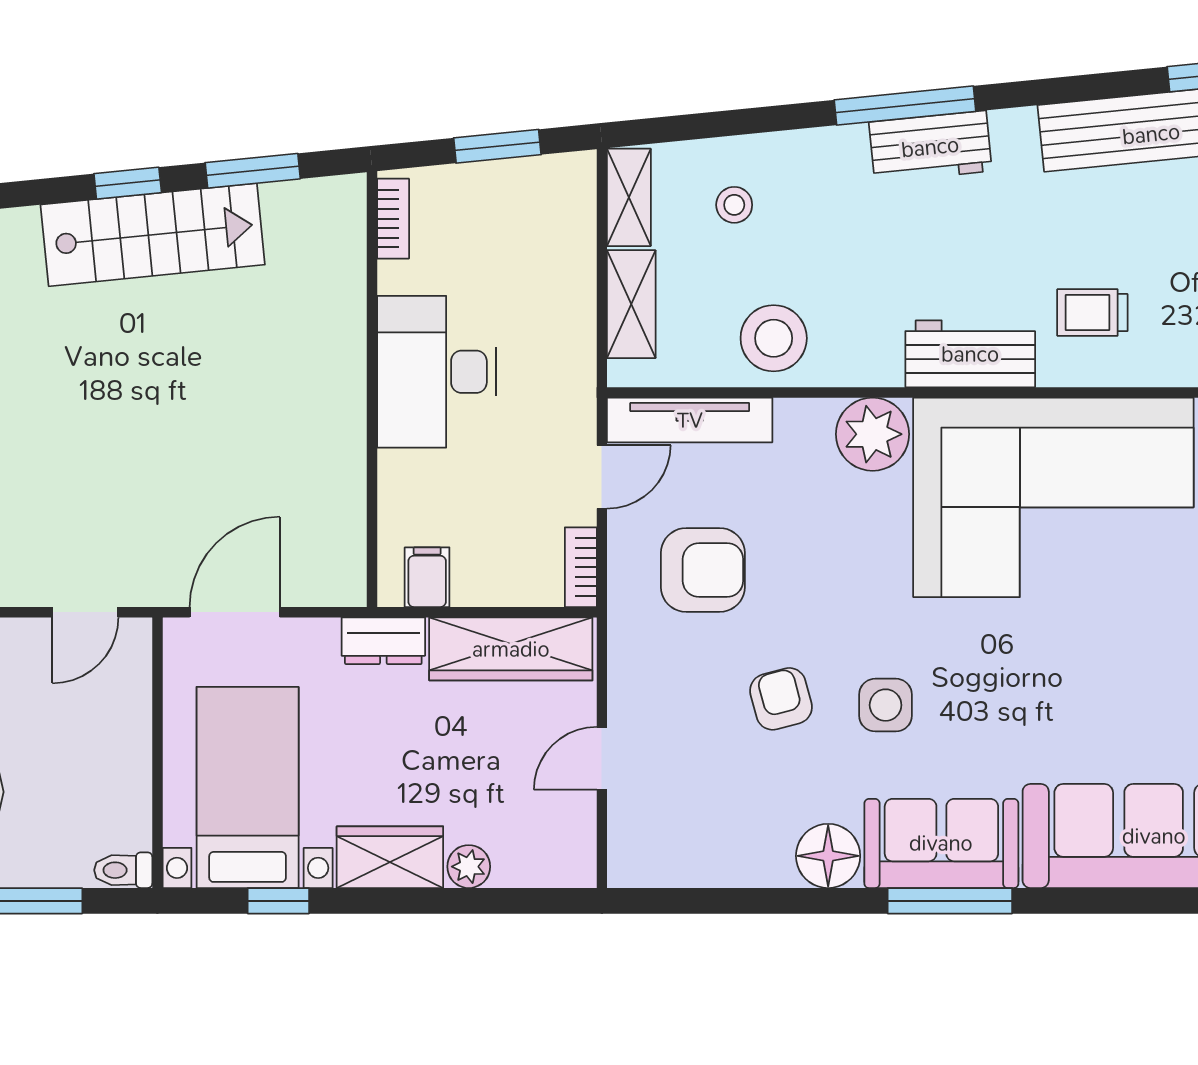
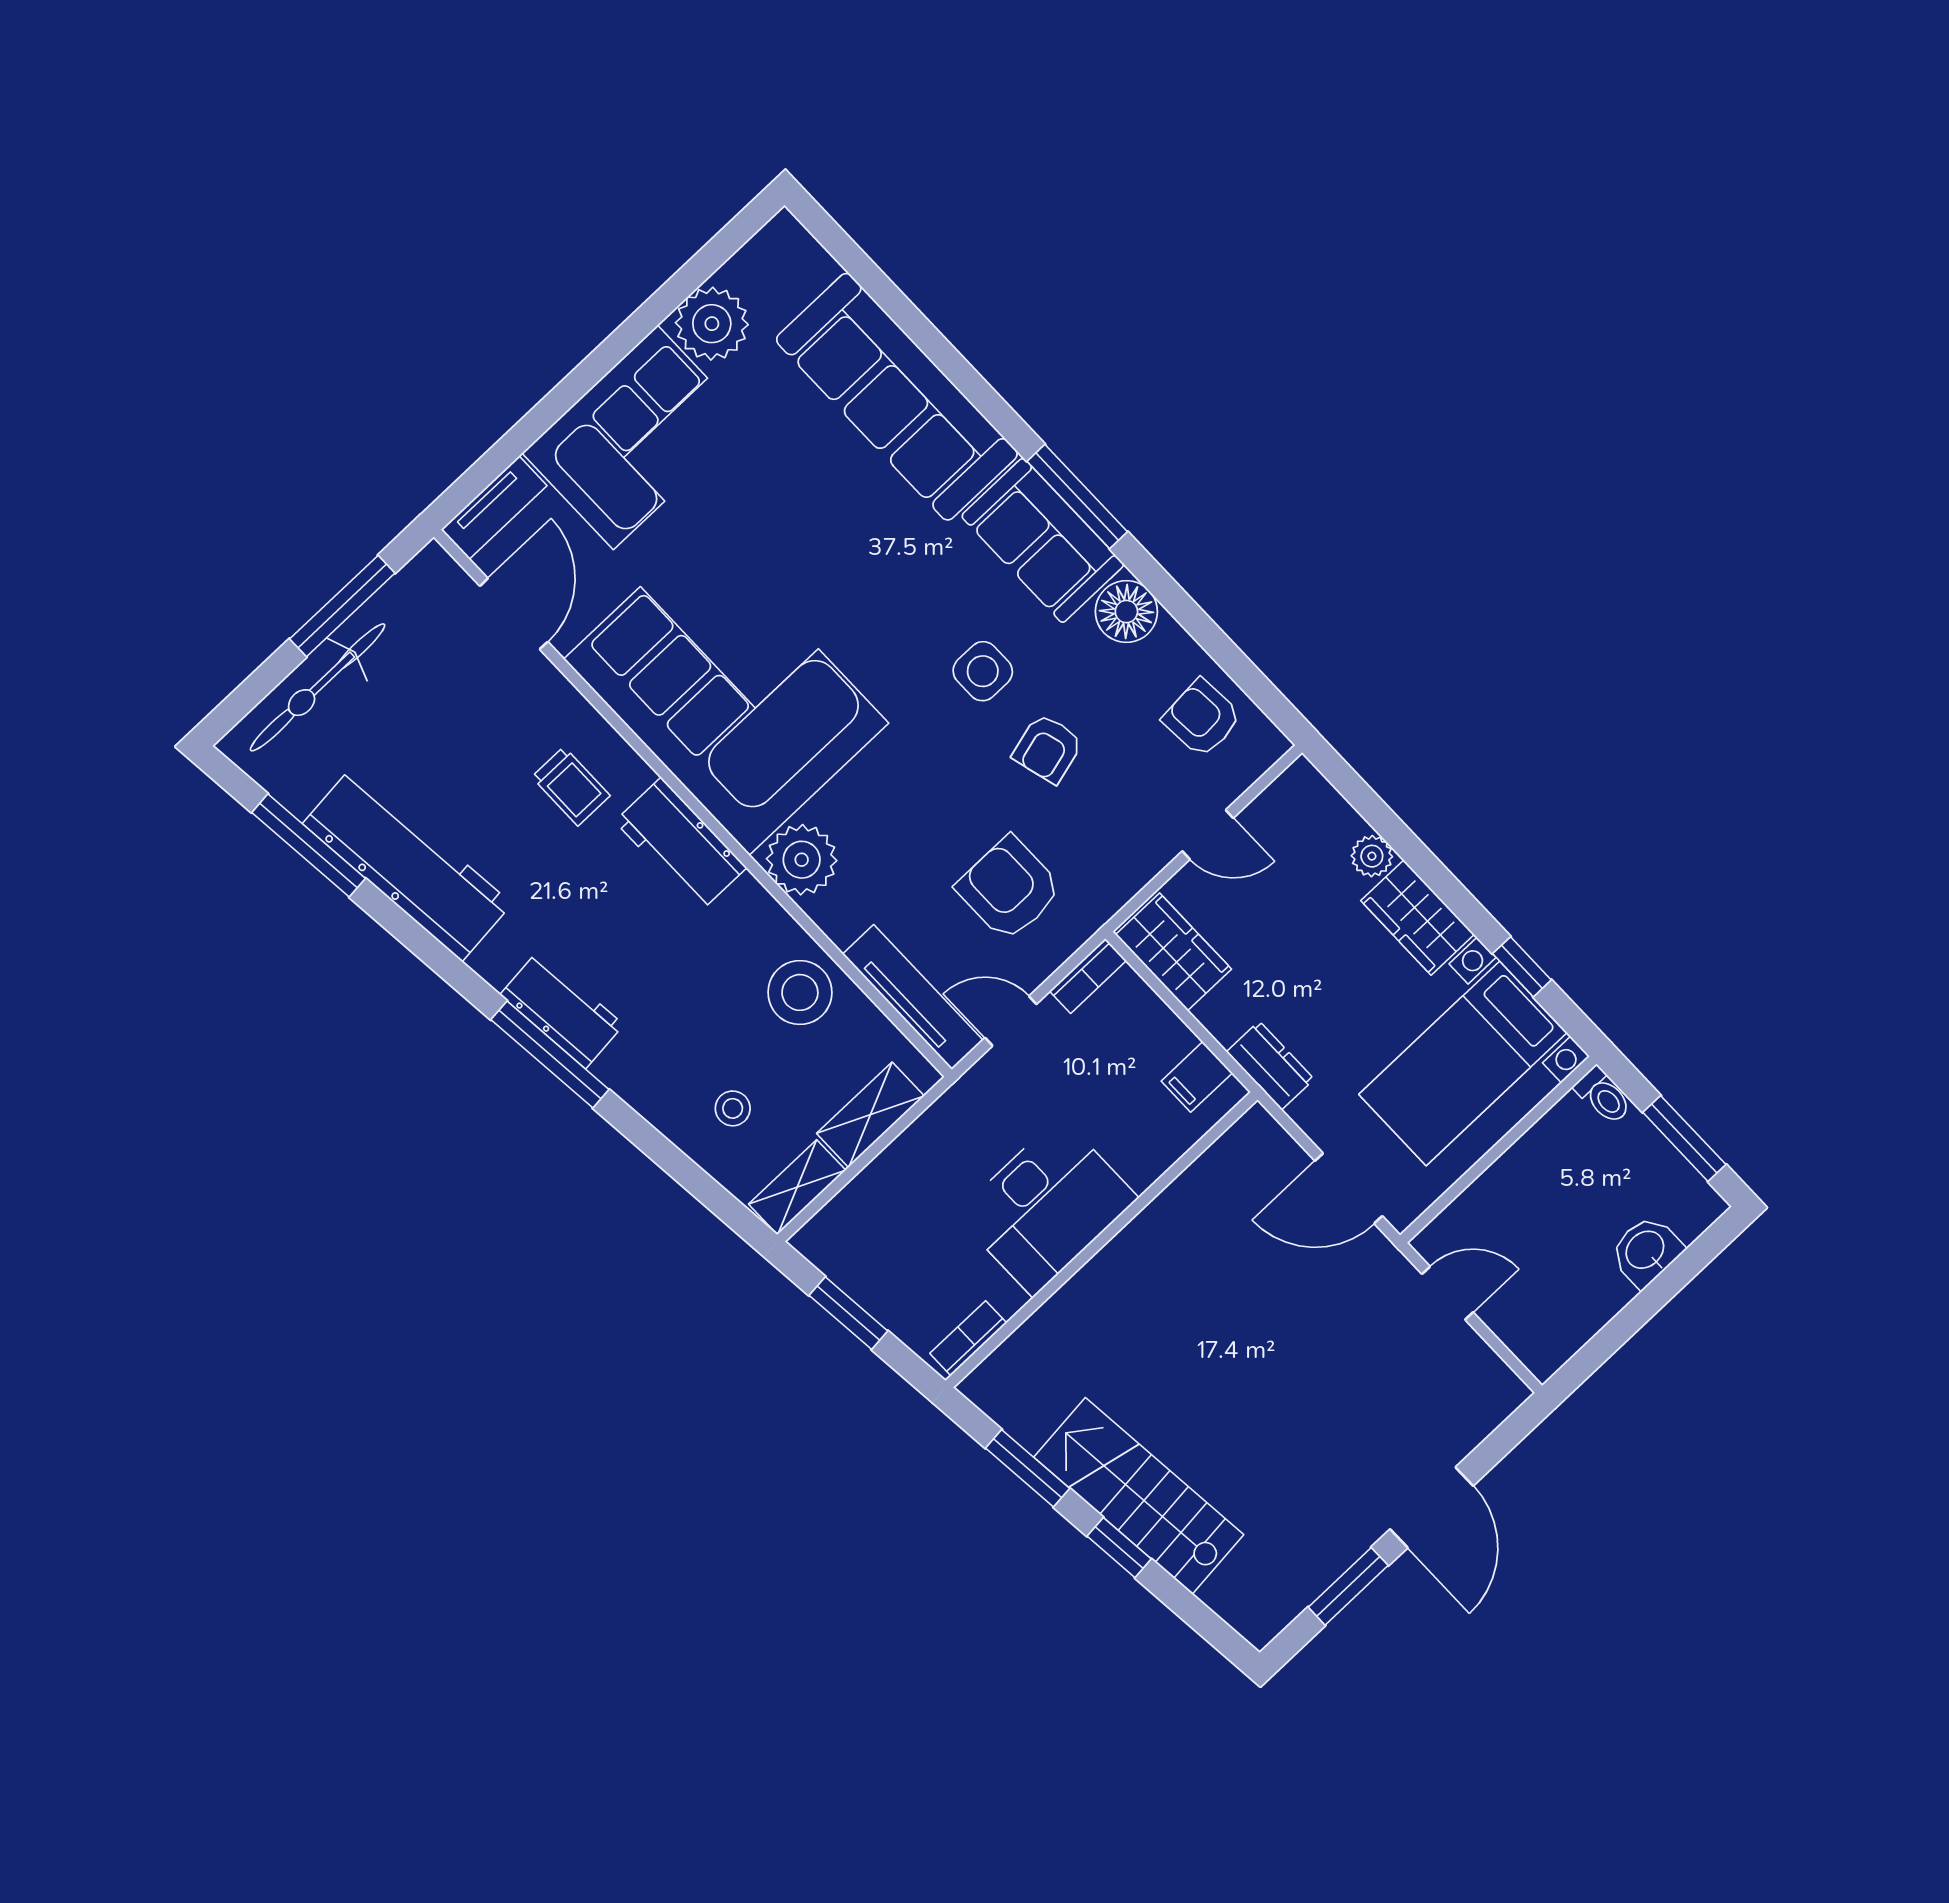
wardrobe: (511, 649) -> (1173, 952), width x0.67
armchair: (694, 837) -> (1202, 718), added

